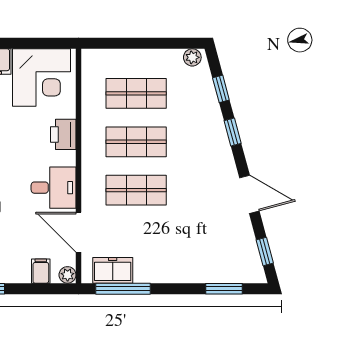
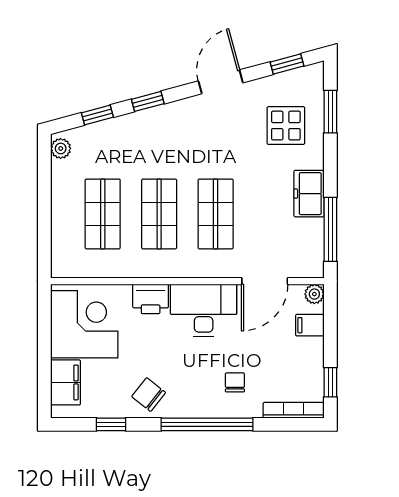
desk: (54, 188) -> (204, 310), width x1.37
display table: (212, 250) -> (286, 126), added
freezer: (113, 270) -> (309, 194), moved

